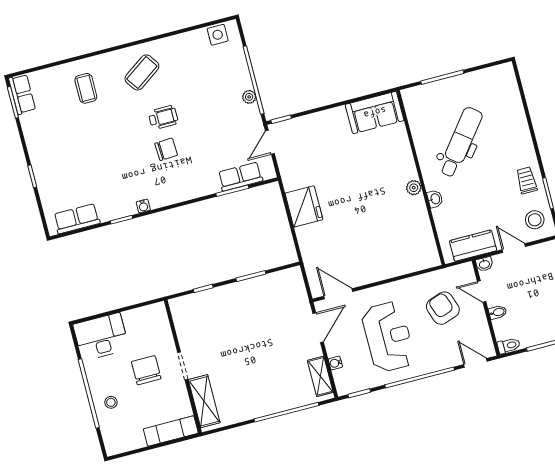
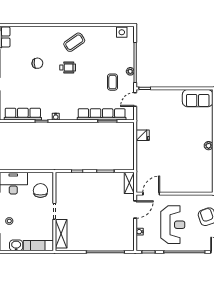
coffee table: (86, 88) -> (113, 82), moved
wheelchair: (163, 117) -> (68, 68), moved
chair: (166, 149) -> (37, 63), moved
row of seats: (240, 176) -> (102, 114), width x2.02
fridge: (304, 206) -> (143, 135), width x0.53, depth x0.75
row of seats: (77, 219) -> (23, 114), width x1.48
door: (338, 294) -> (151, 194), hinge flipped
chair: (146, 370) -> (40, 191), moved
shelving: (320, 376) -> (129, 183), moved
washbasin: (133, 440) -> (16, 245), added

